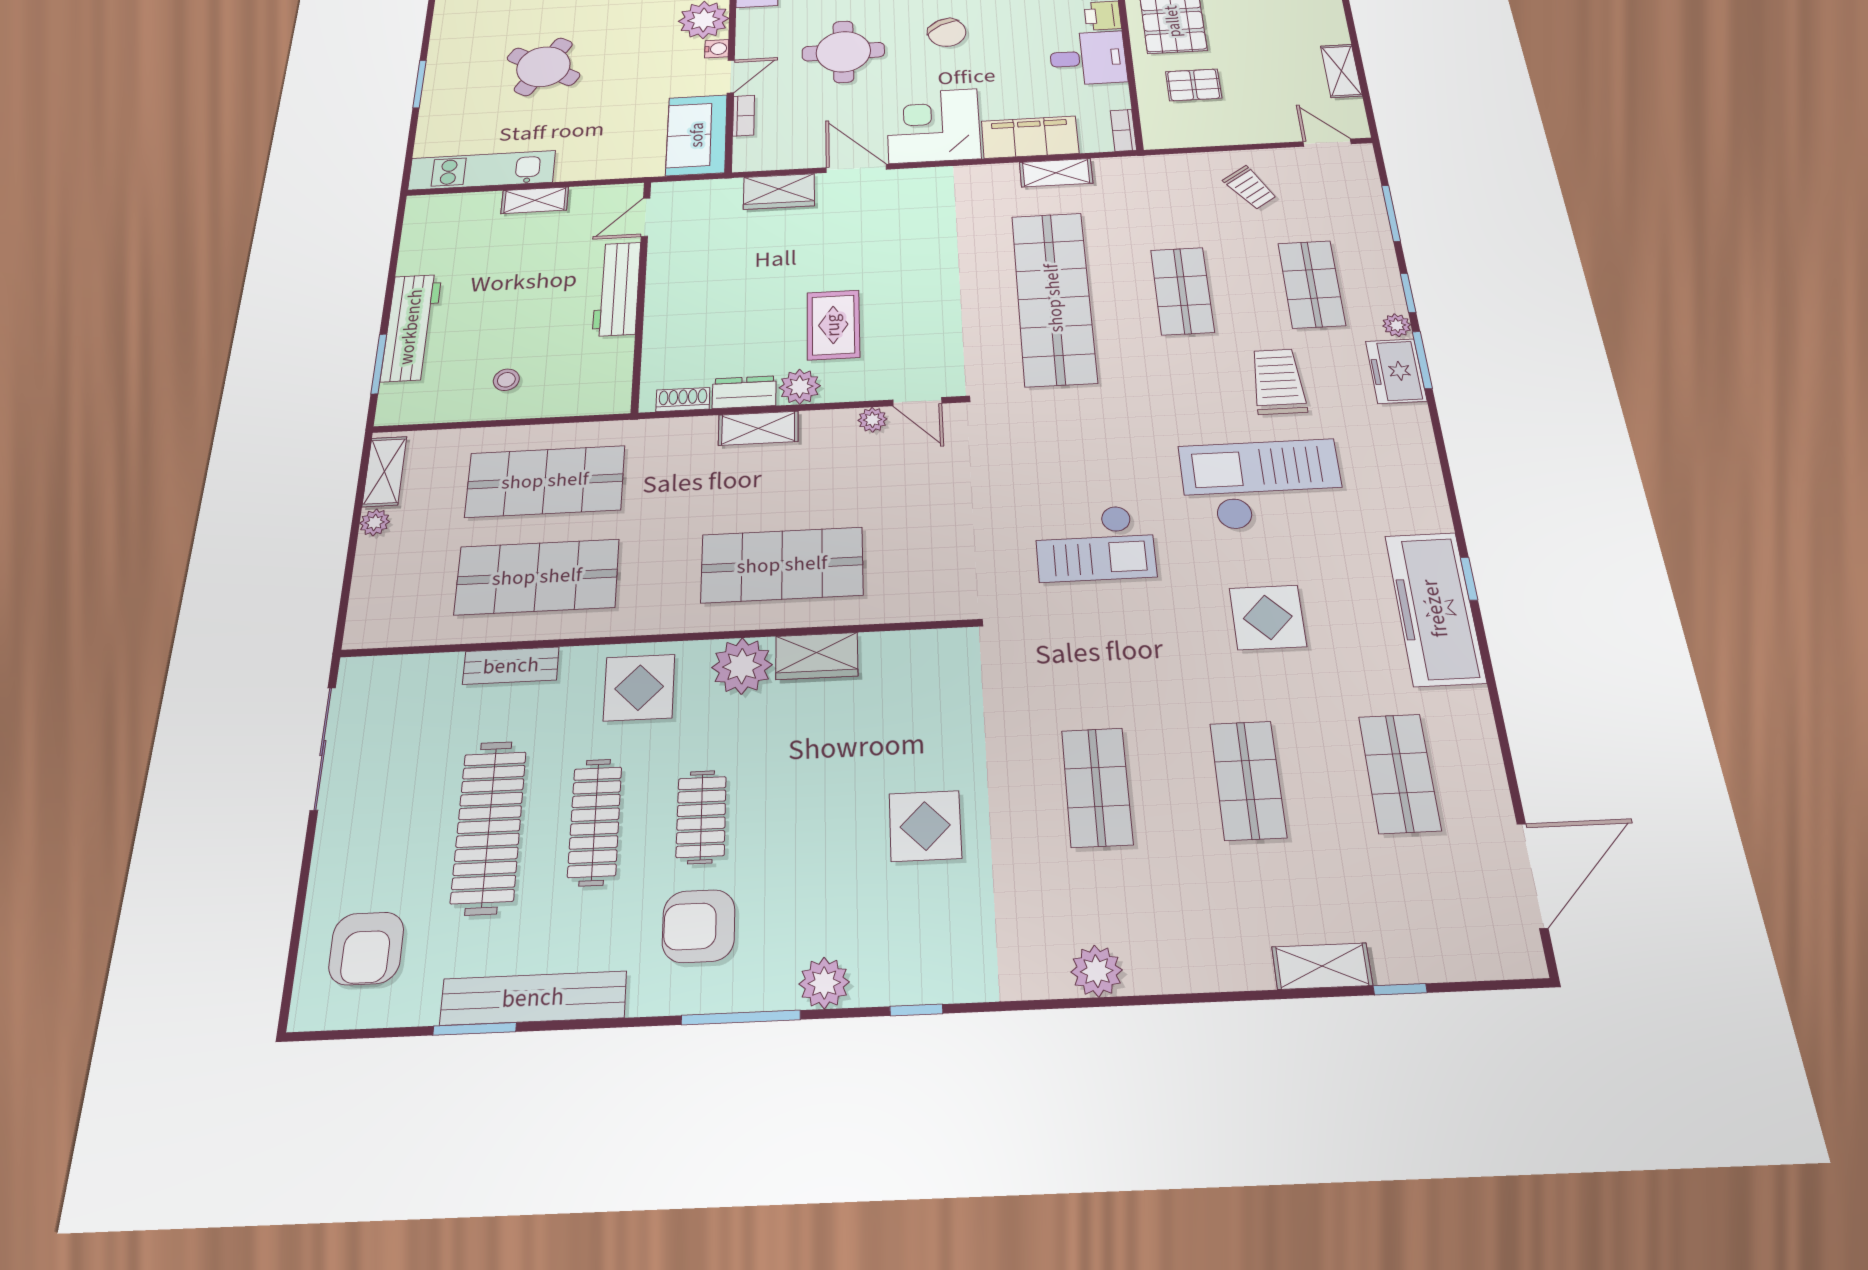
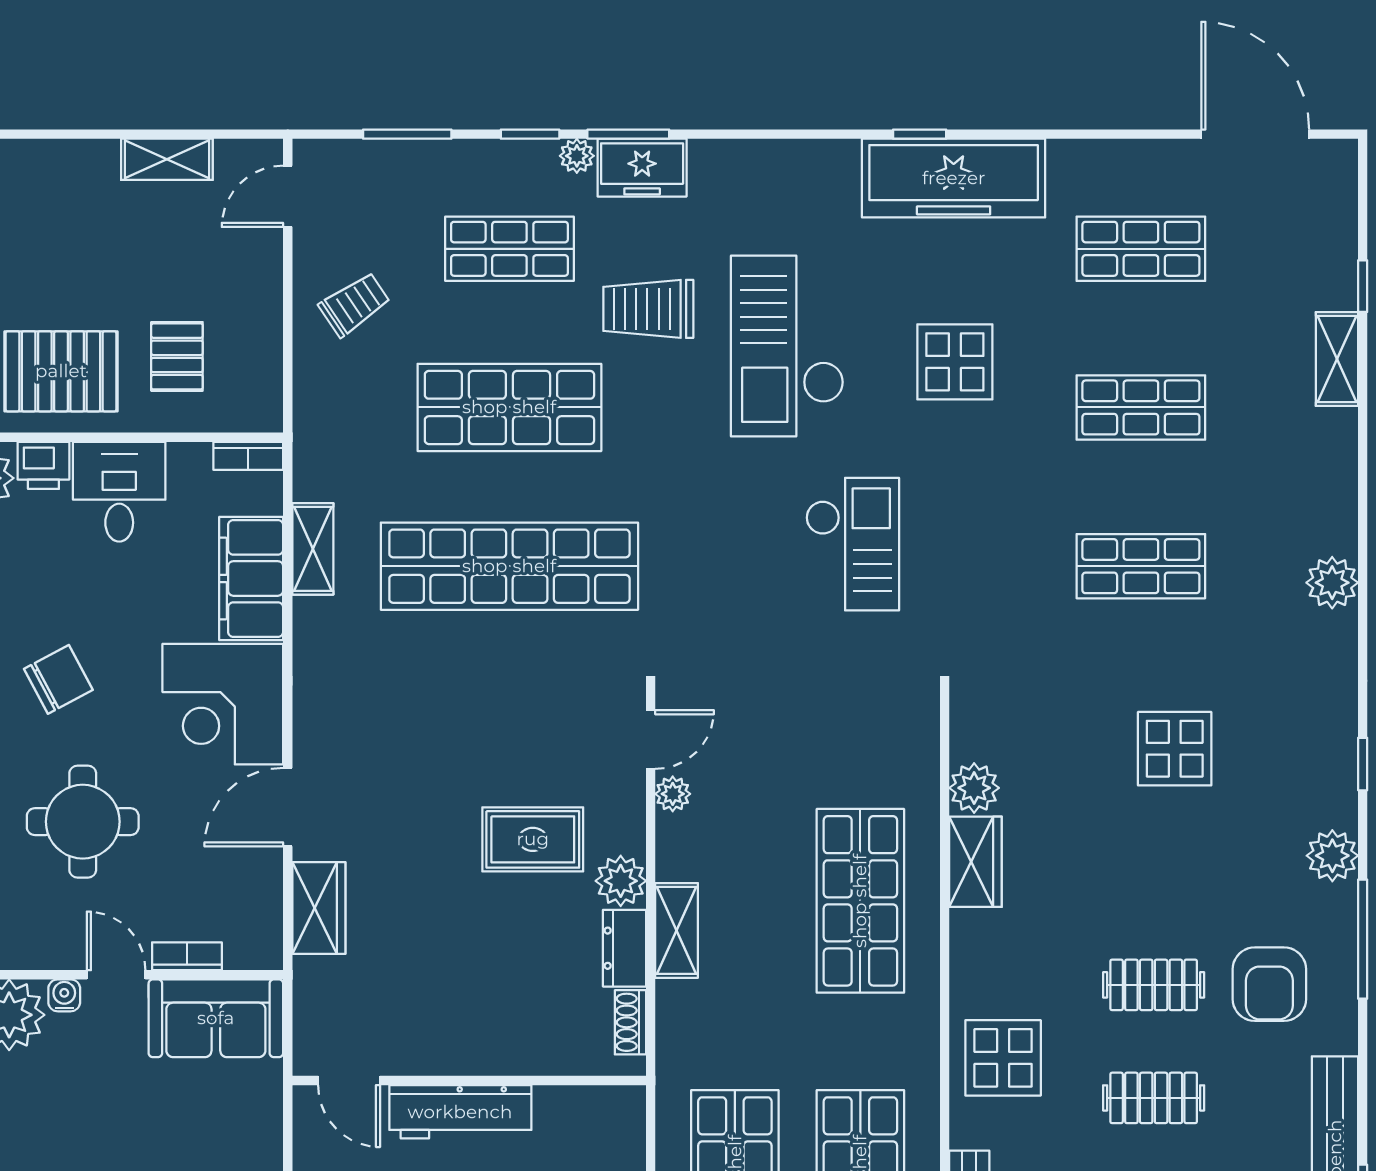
shop shelf: (1182, 291) -> (509, 407), width x1.43, depth x1.36
plant: (742, 666) -> (974, 788), moved, width x0.73, depth x0.73
clothes rail: (595, 822) -> (1154, 1098), width x0.73

